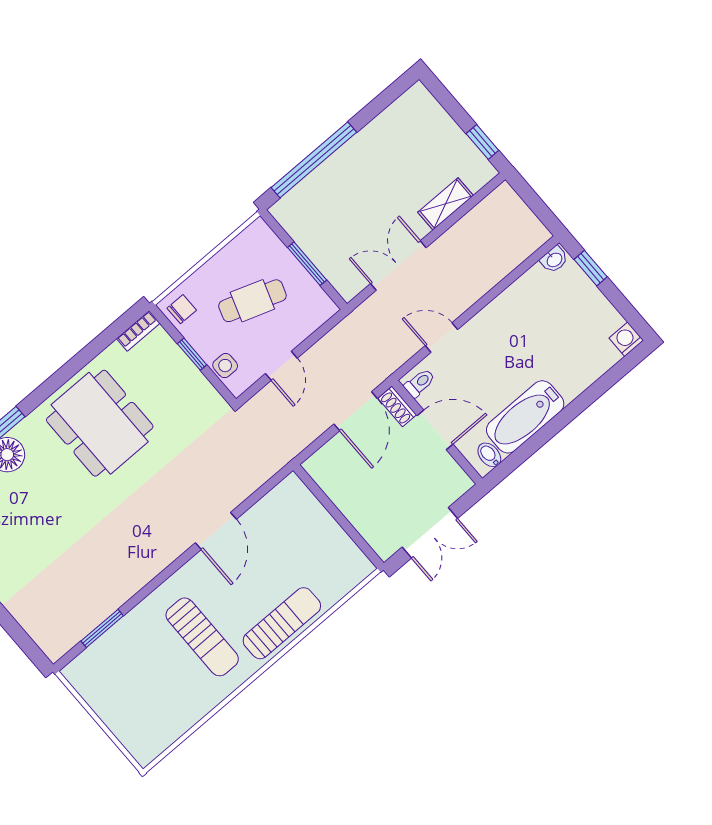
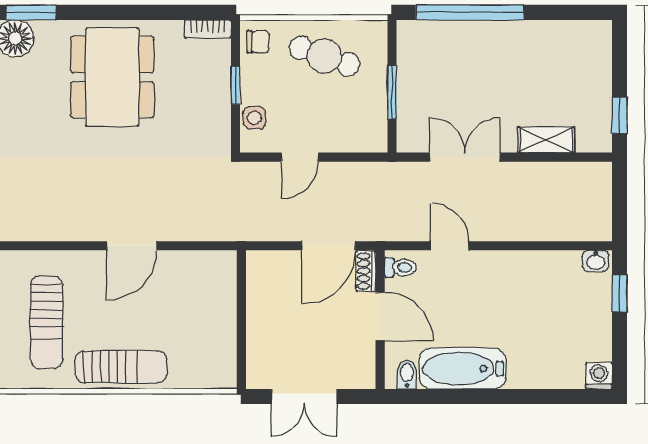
cafe table: (252, 301) -> (324, 56), moved

